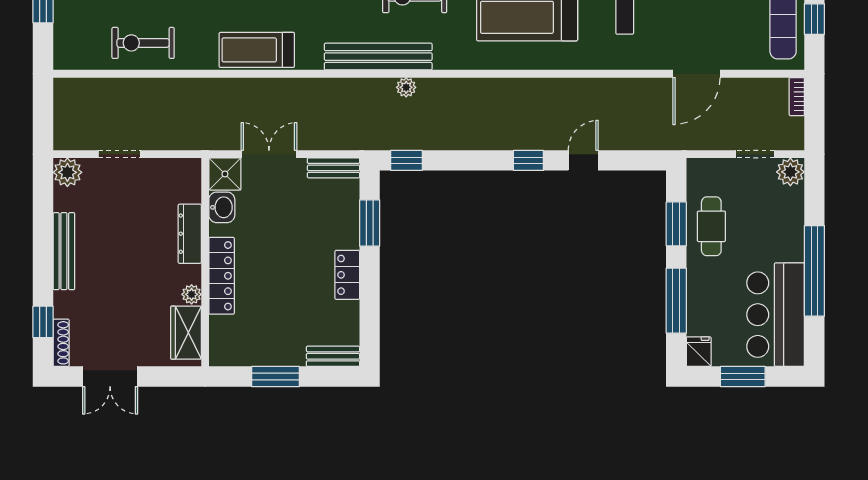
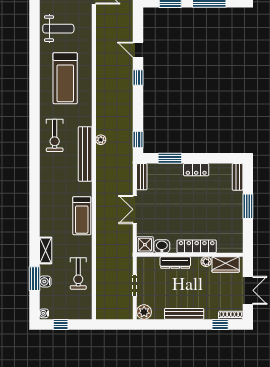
shower: (225, 174) -> (145, 245), moved
washbasin: (222, 207) -> (162, 246), moved
dresser: (190, 234) -> (175, 263), moved
wall: (205, 262) -> (190, 255), moved
locker: (222, 276) -> (197, 246), moved
plant: (192, 294) -> (206, 262), moved
wardrobe: (186, 333) -> (226, 264), moved

